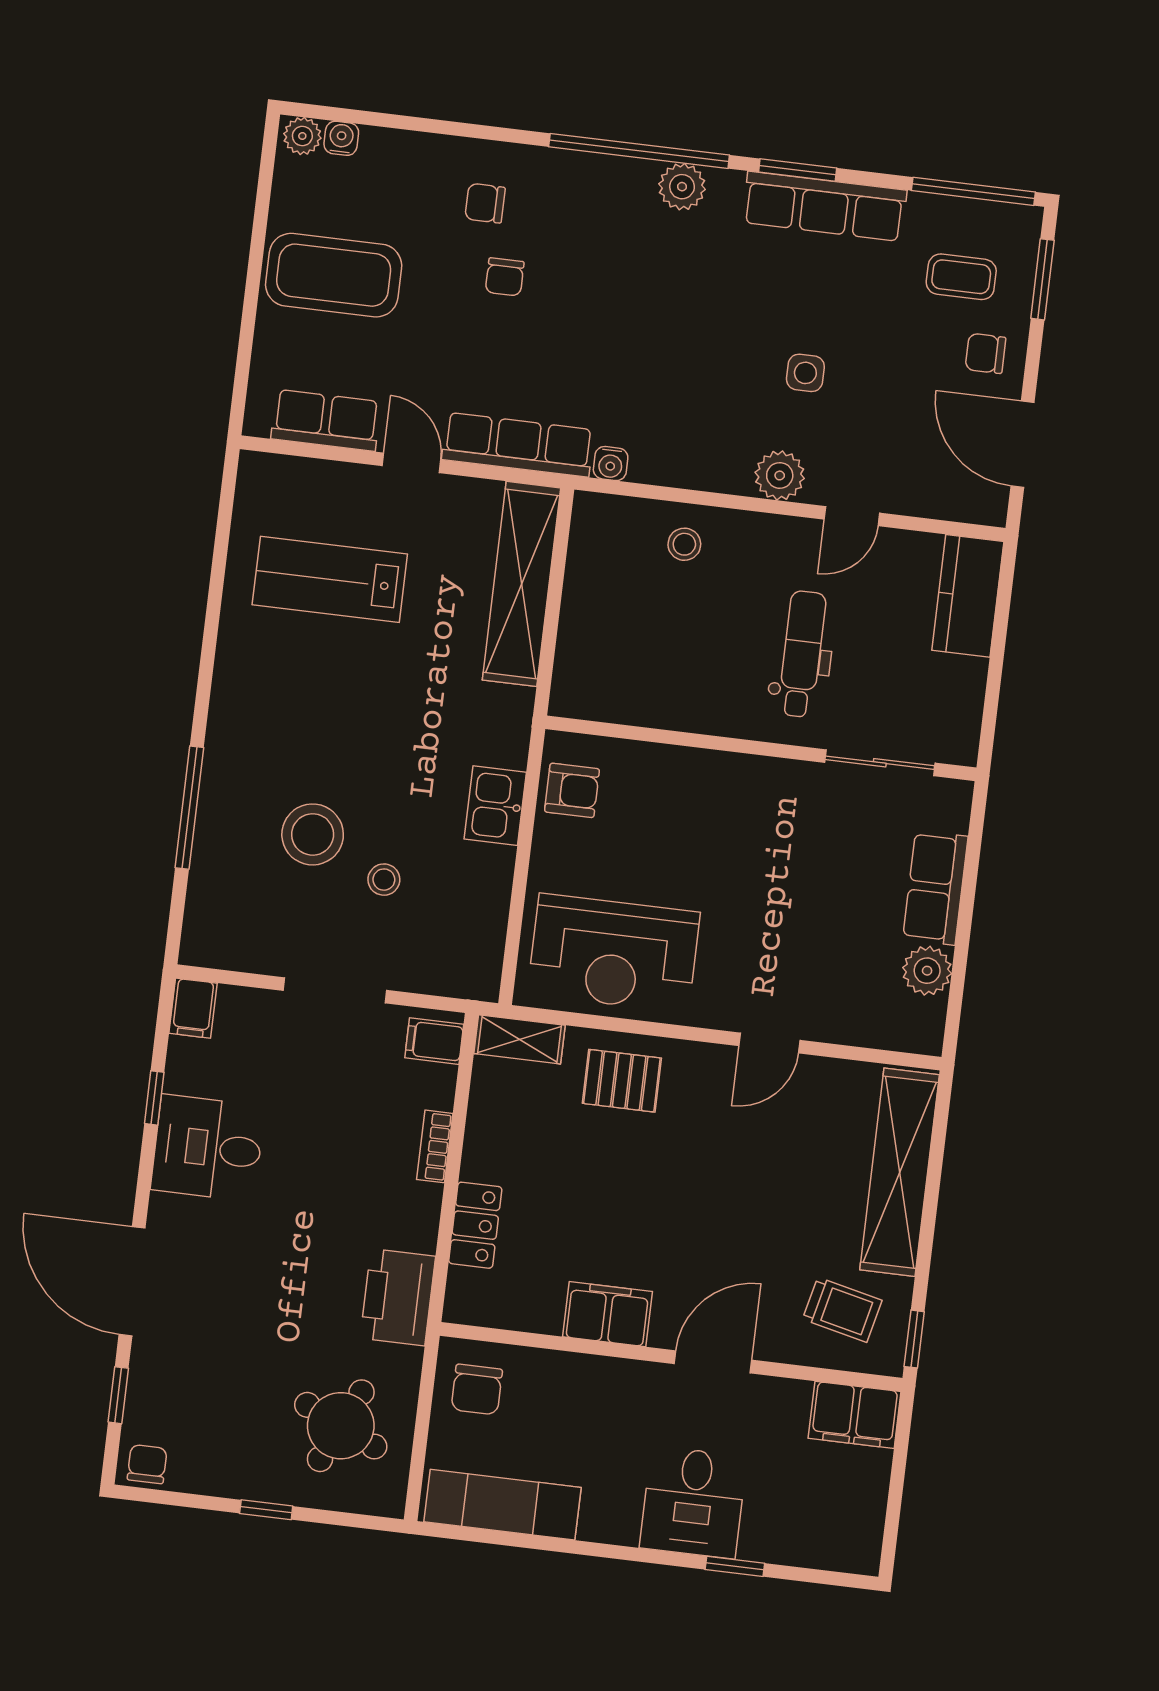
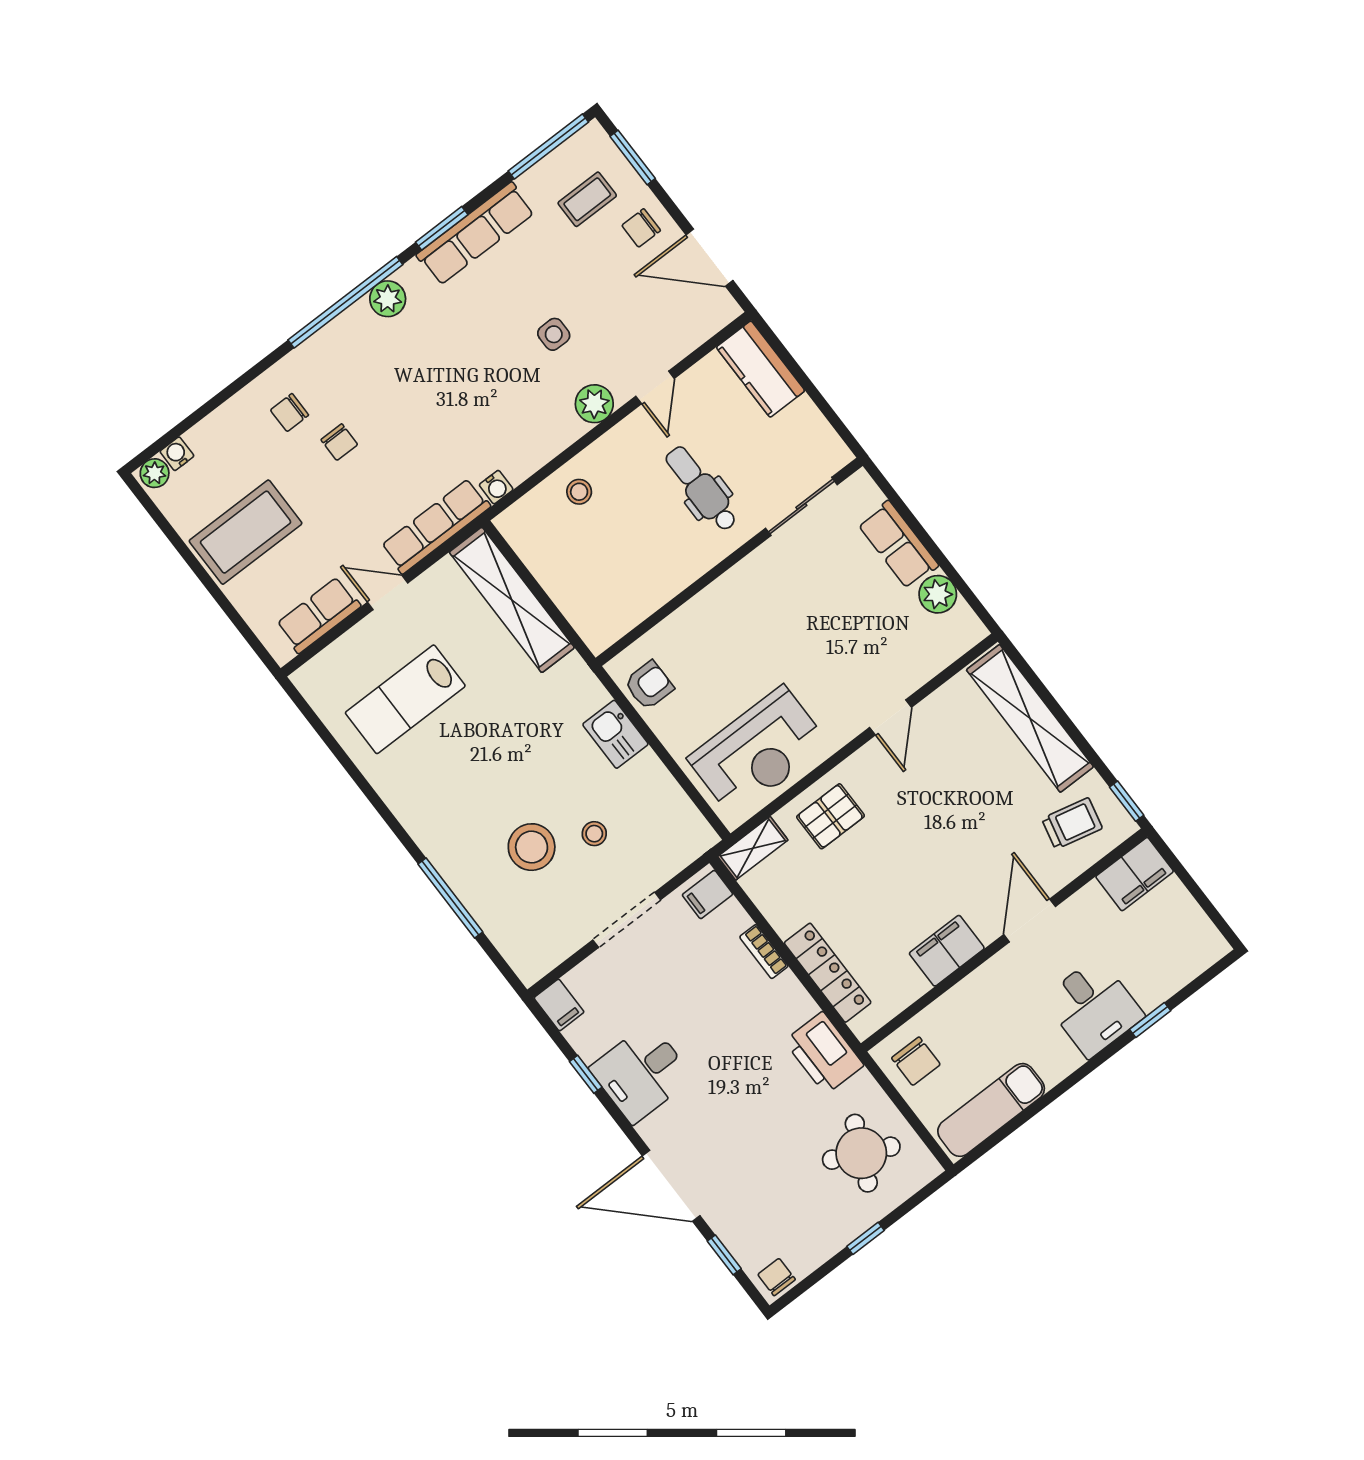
locker: (475, 1225) -> (828, 973), width x1.53

